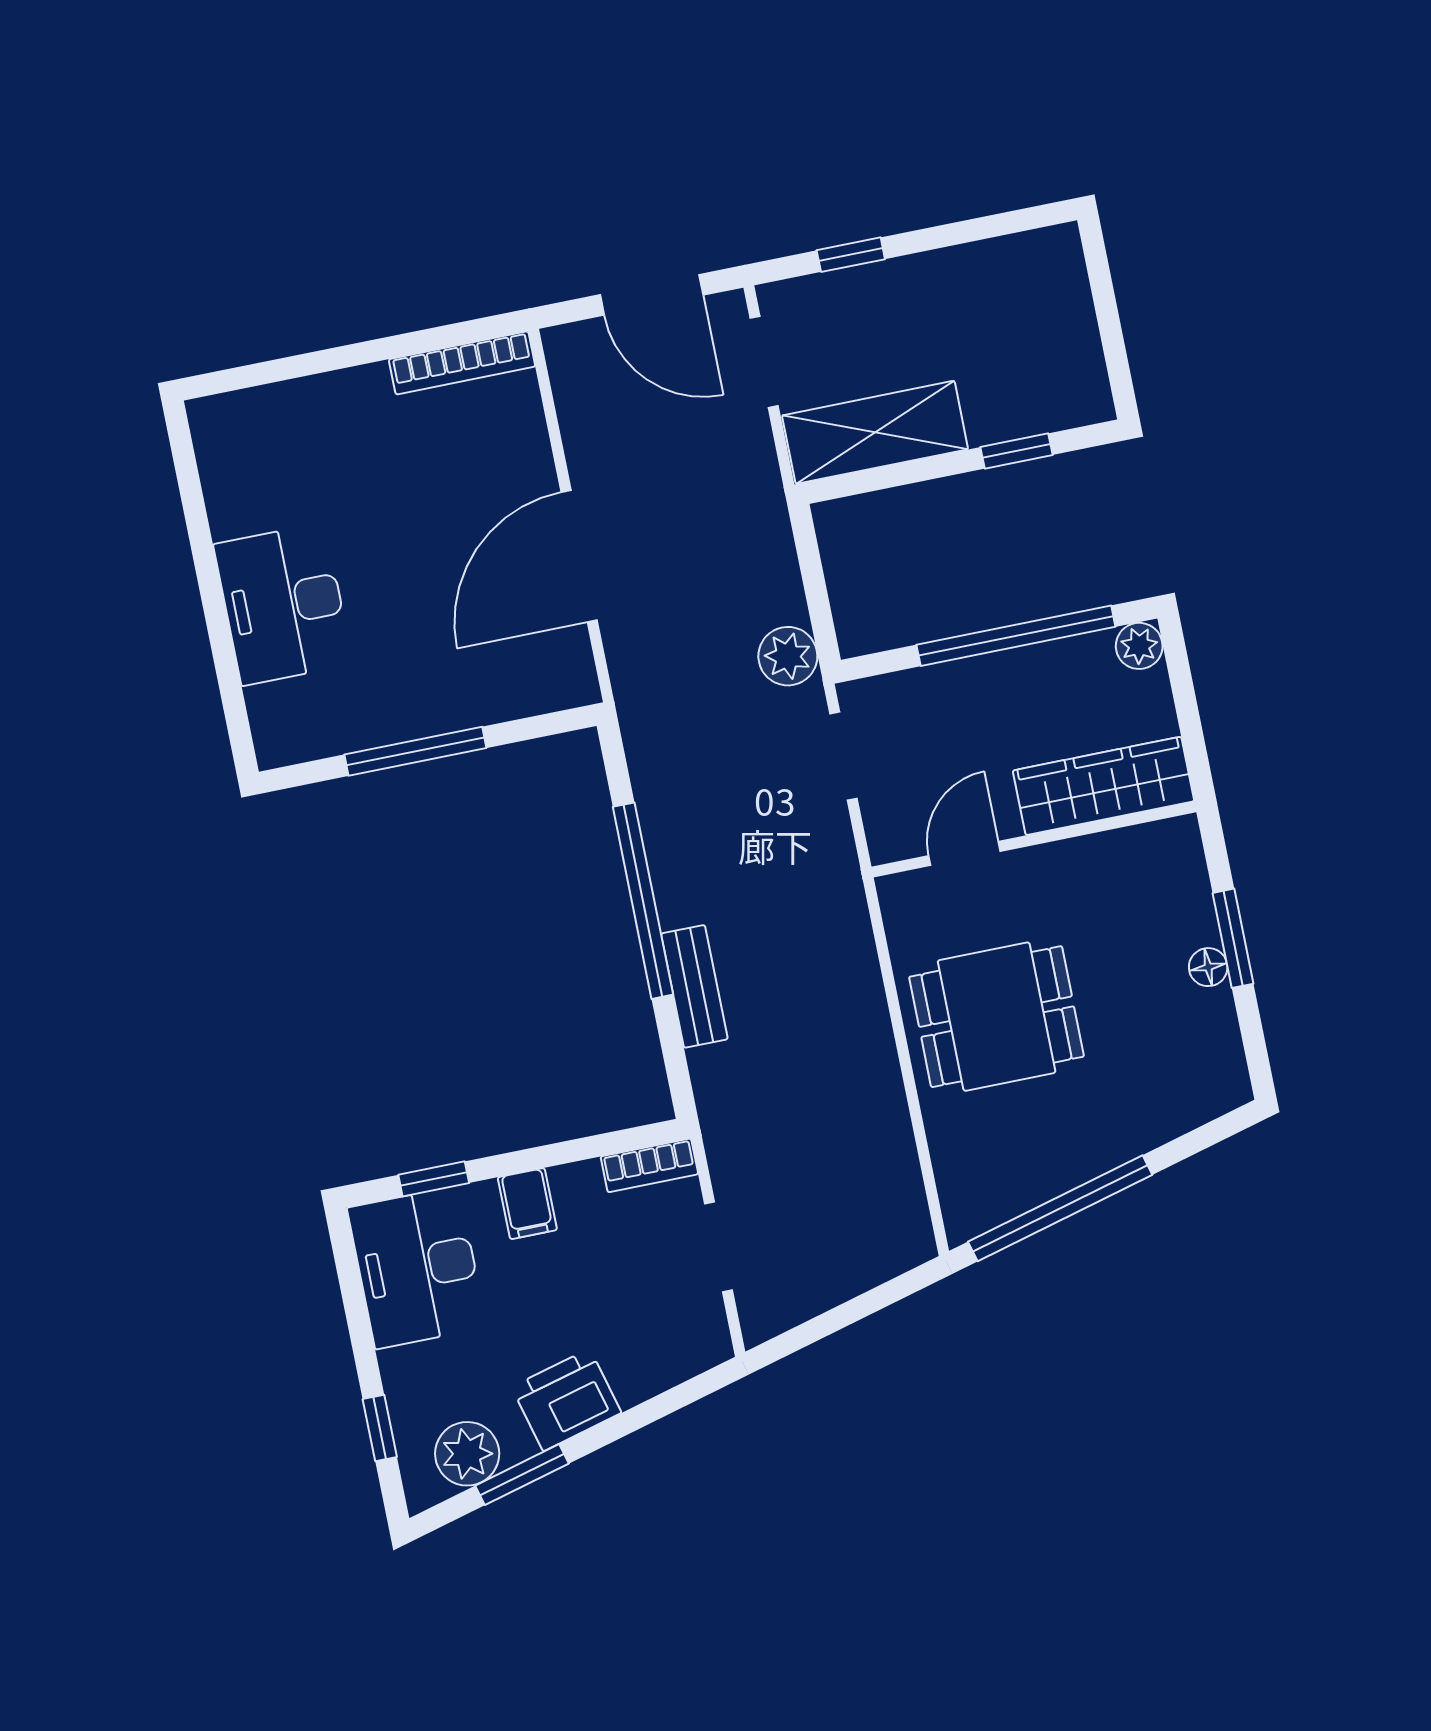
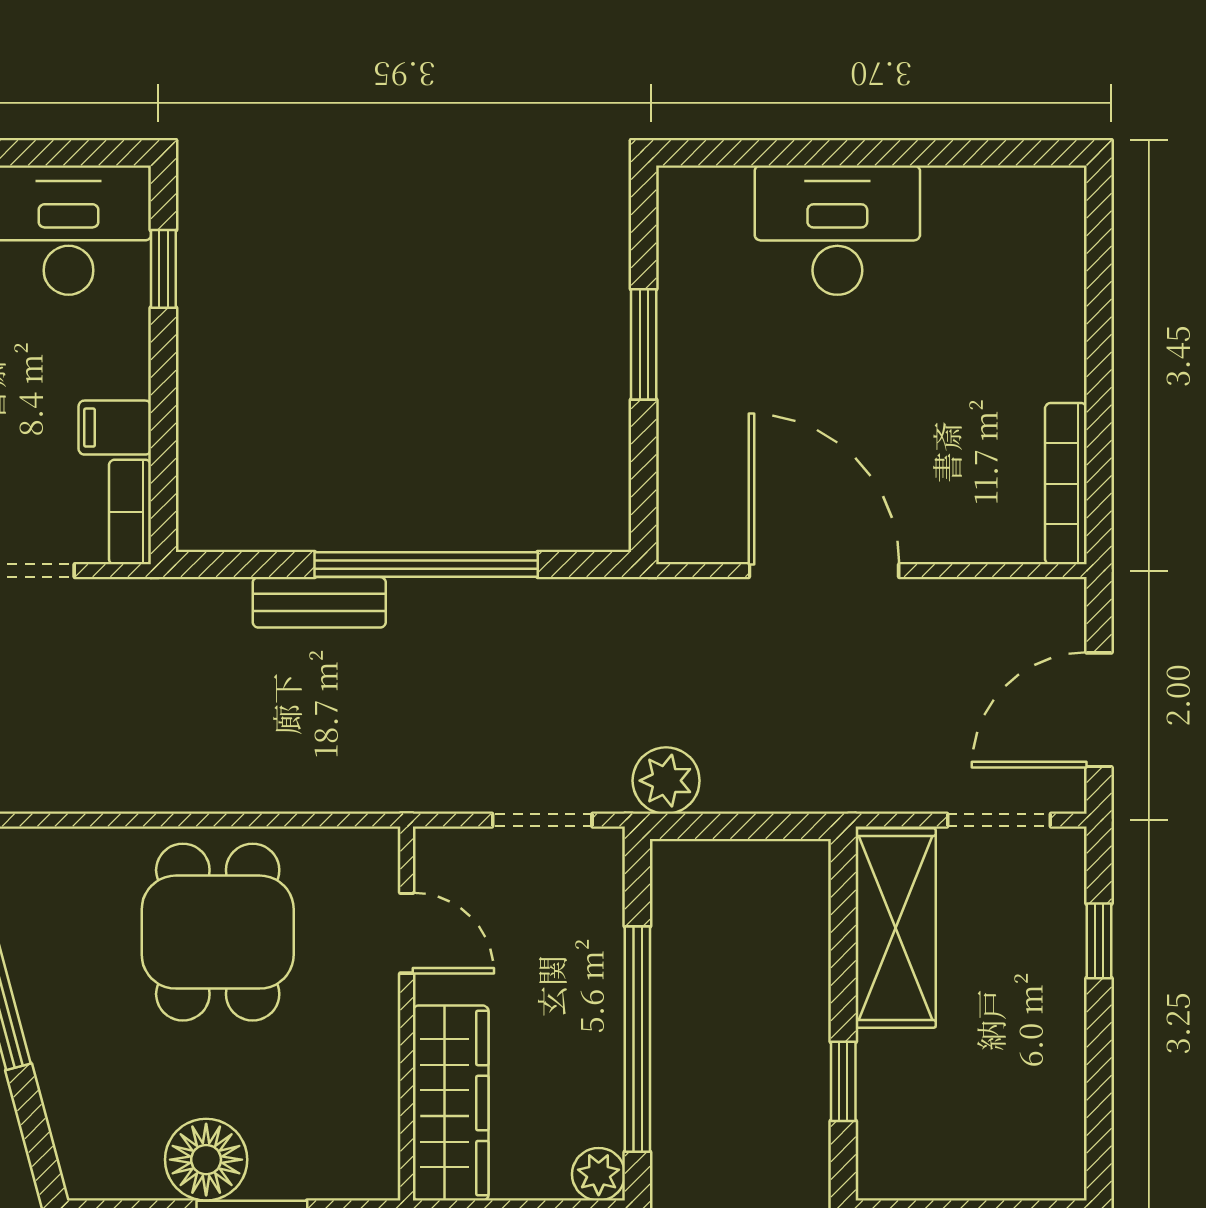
window: (415, 751) -> (644, 344), width x0.69
floor lamp: (1208, 967) -> (206, 1160), width x1.89, depth x1.89
filing cabinet: (527, 1204) -> (115, 428), moved

